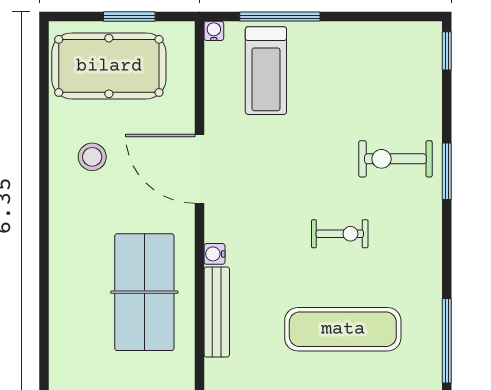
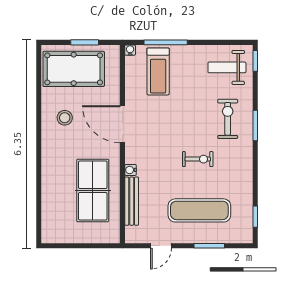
weight bench: (394, 63) -> (227, 67), added
exercise bike: (395, 159) -> (228, 119), turned 90
window: (447, 341) -> (255, 217), width x0.46

